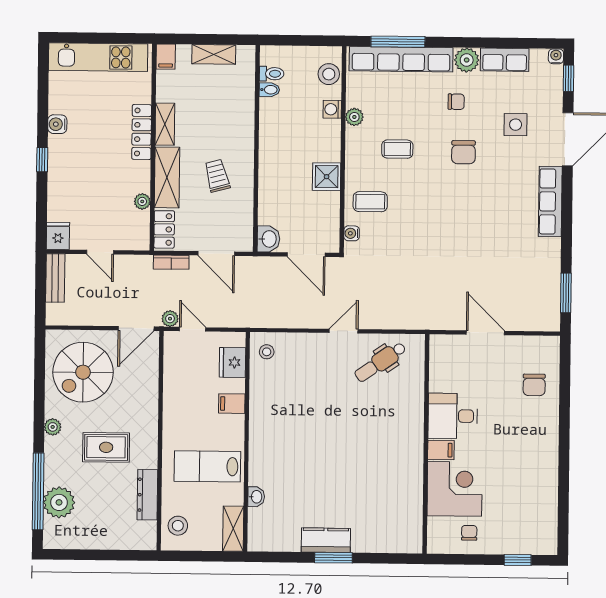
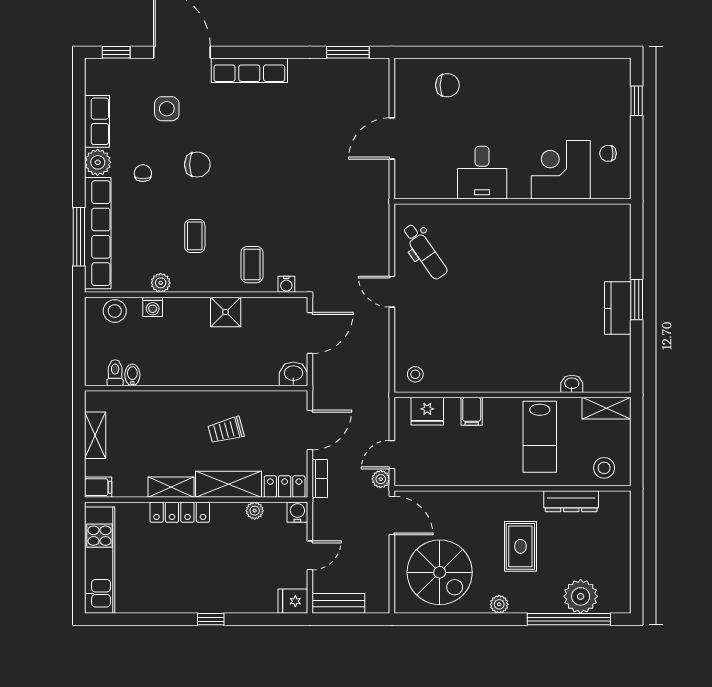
water cooler: (556, 56) -> (93, 66), removed
water cooler: (57, 124) -> (297, 512), moved, turned 180
filing cabinet: (441, 450) -> (519, 185), removed

